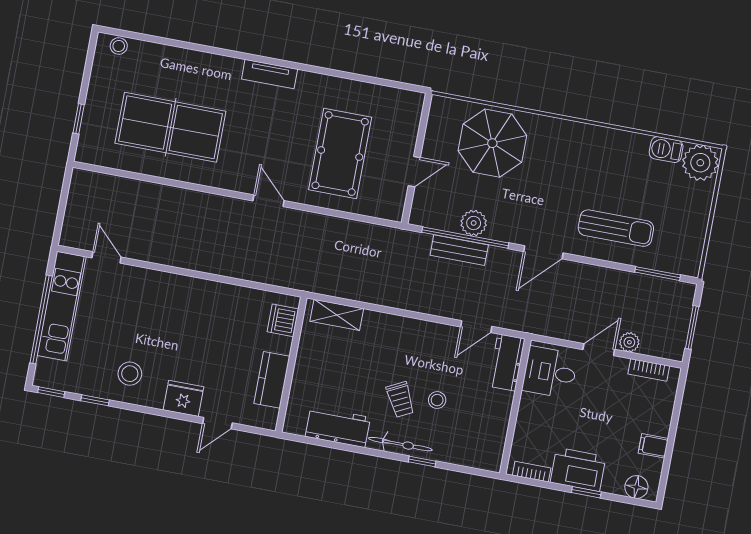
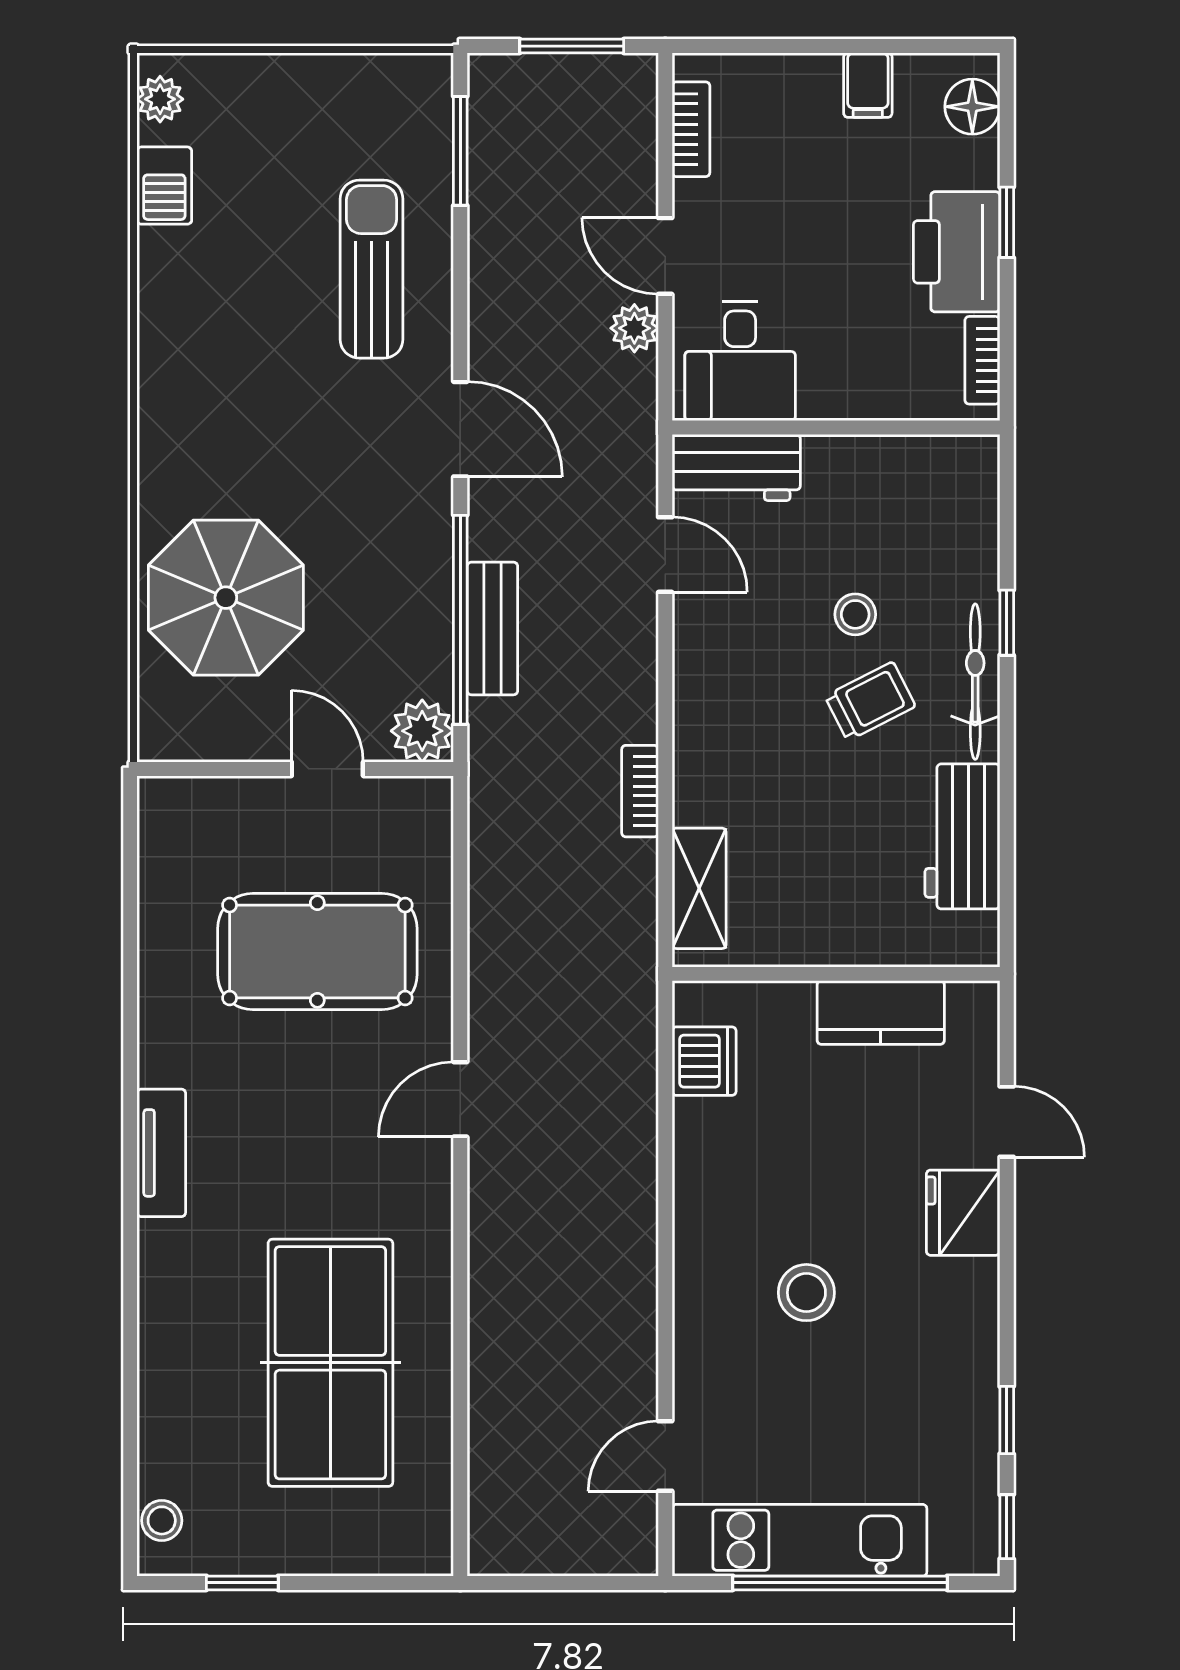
window: (79, 119) -> (242, 1583), moved
plant: (700, 163) -> (160, 99), width x0.53, depth x0.53
plant: (474, 223) -> (422, 731), moved
bookcase: (381, 298) -> (640, 791), added
dishwasher: (283, 320) -> (704, 1061), moved, turned -90
plant: (629, 342) -> (634, 328), moved
stool: (130, 374) -> (806, 1293), moved

